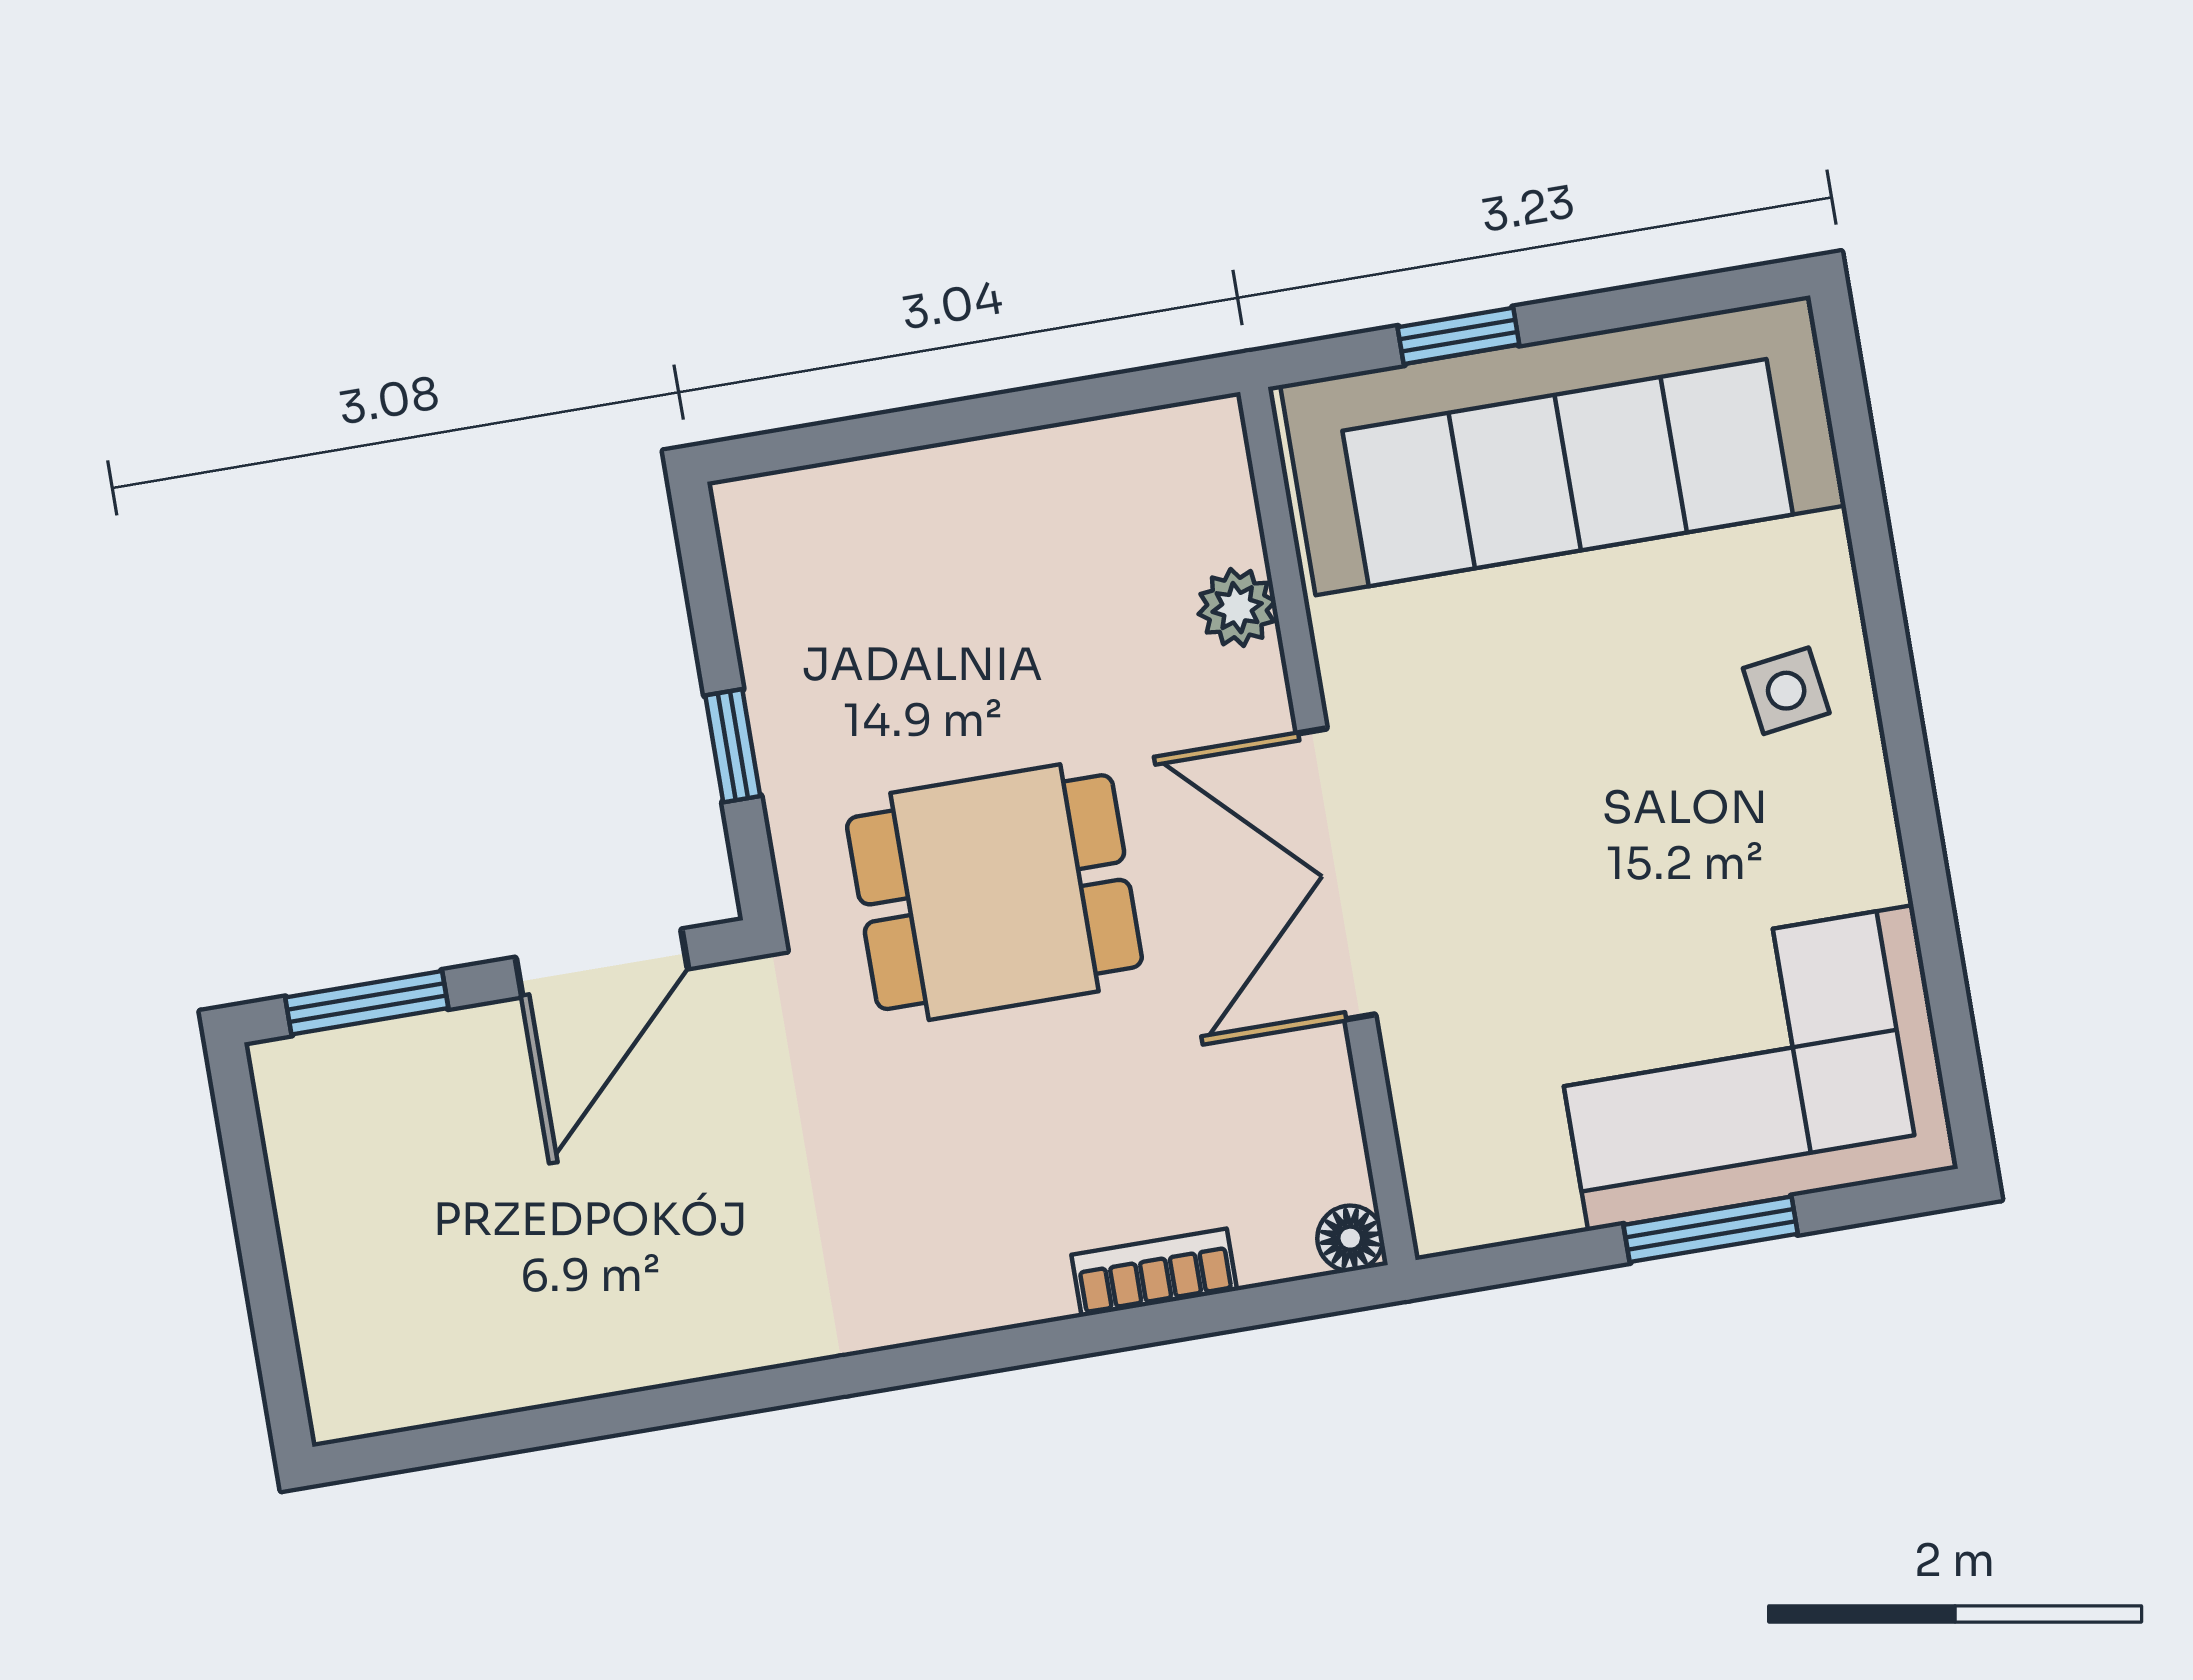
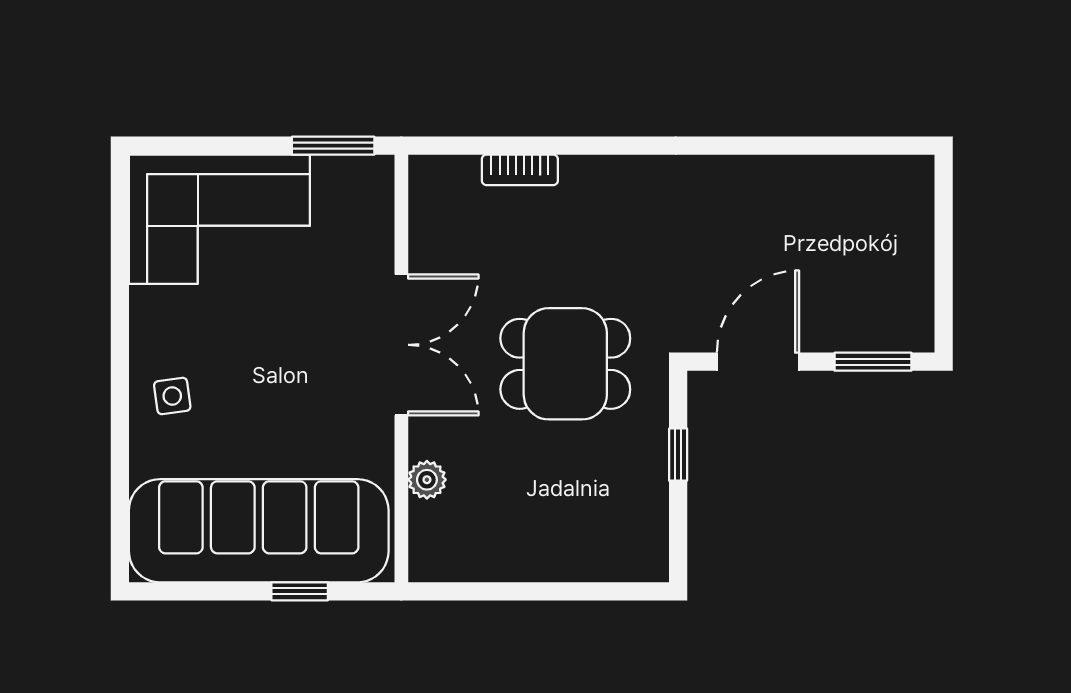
window: (1711, 1229) -> (333, 146), moved
floor lamp: (1350, 1238) -> (424, 170), removed

